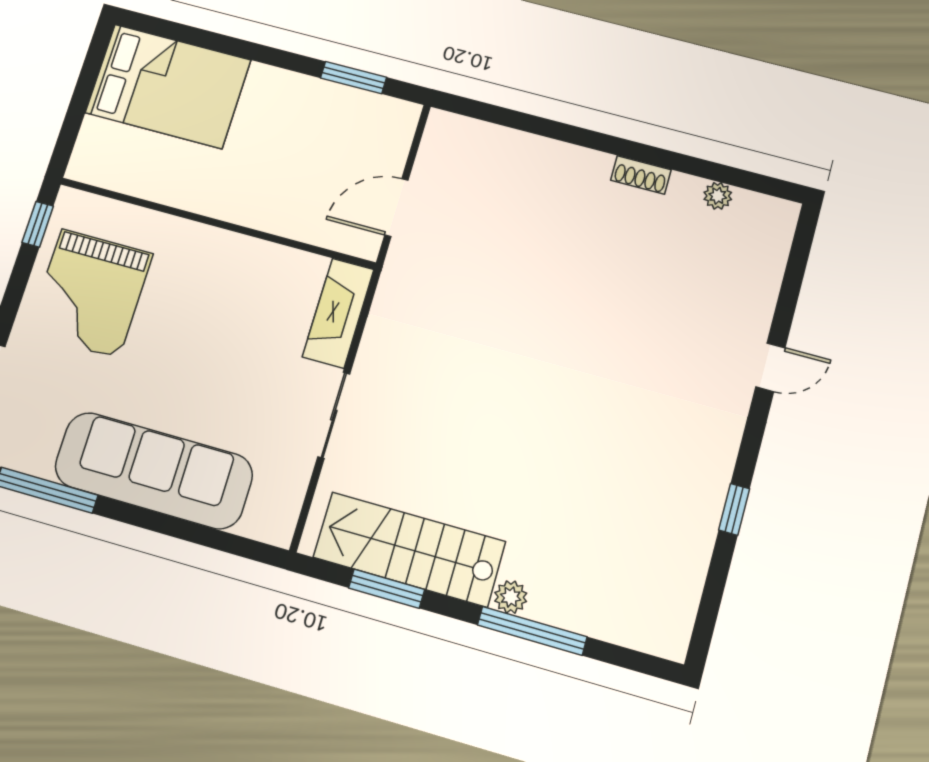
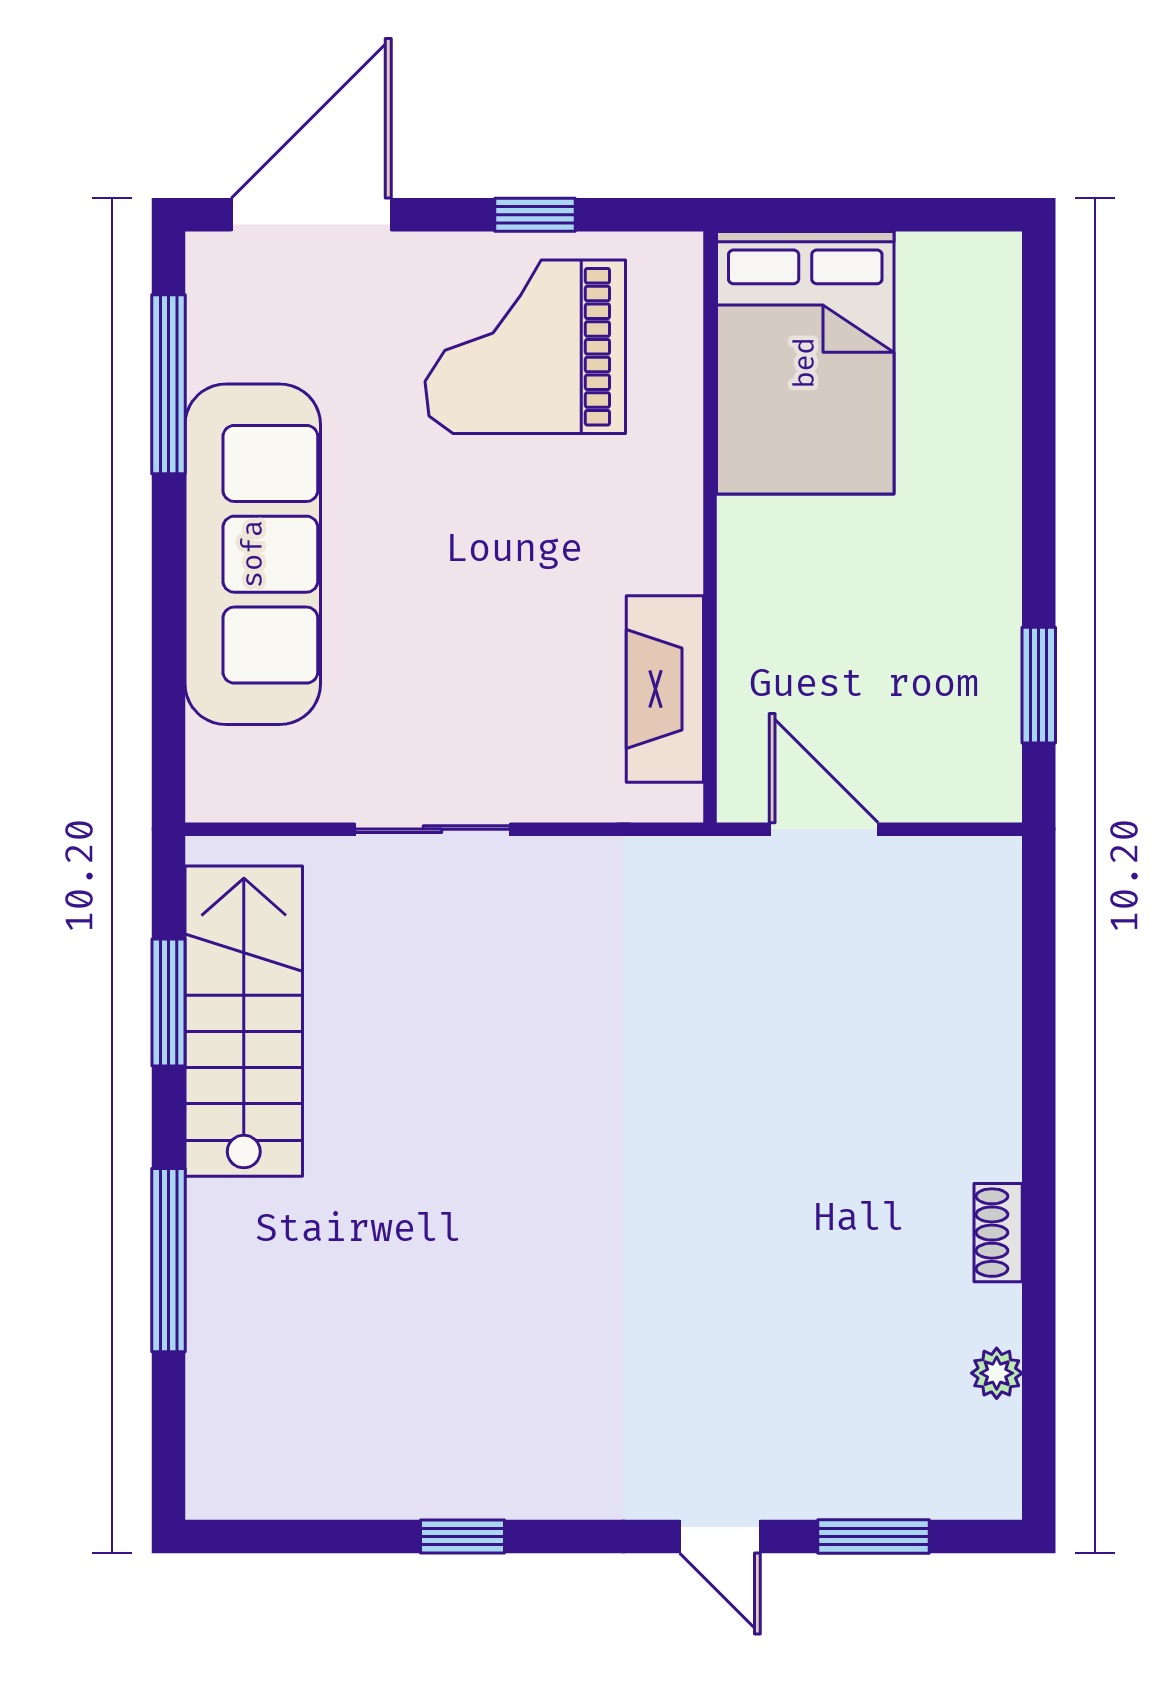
bed: (168, 86) -> (805, 363), moved
window: (38, 224) -> (535, 215), moved
window: (791, 285) -> (874, 1537), added
fireplace: (338, 313) -> (665, 689), moved, turned -90
plant: (511, 597) -> (213, 1210), removed

